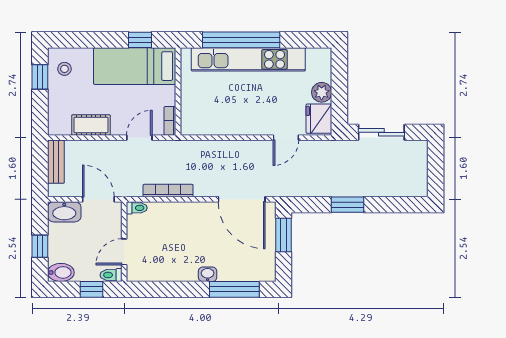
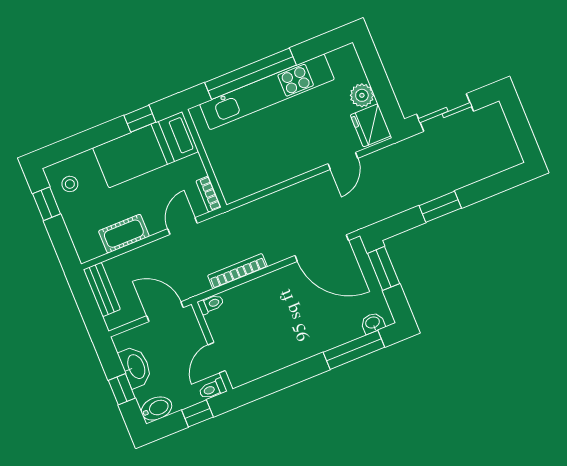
washbasin: (64, 212) -> (136, 367), moved, turned -90
washbasin: (208, 274) -> (373, 323), moved

